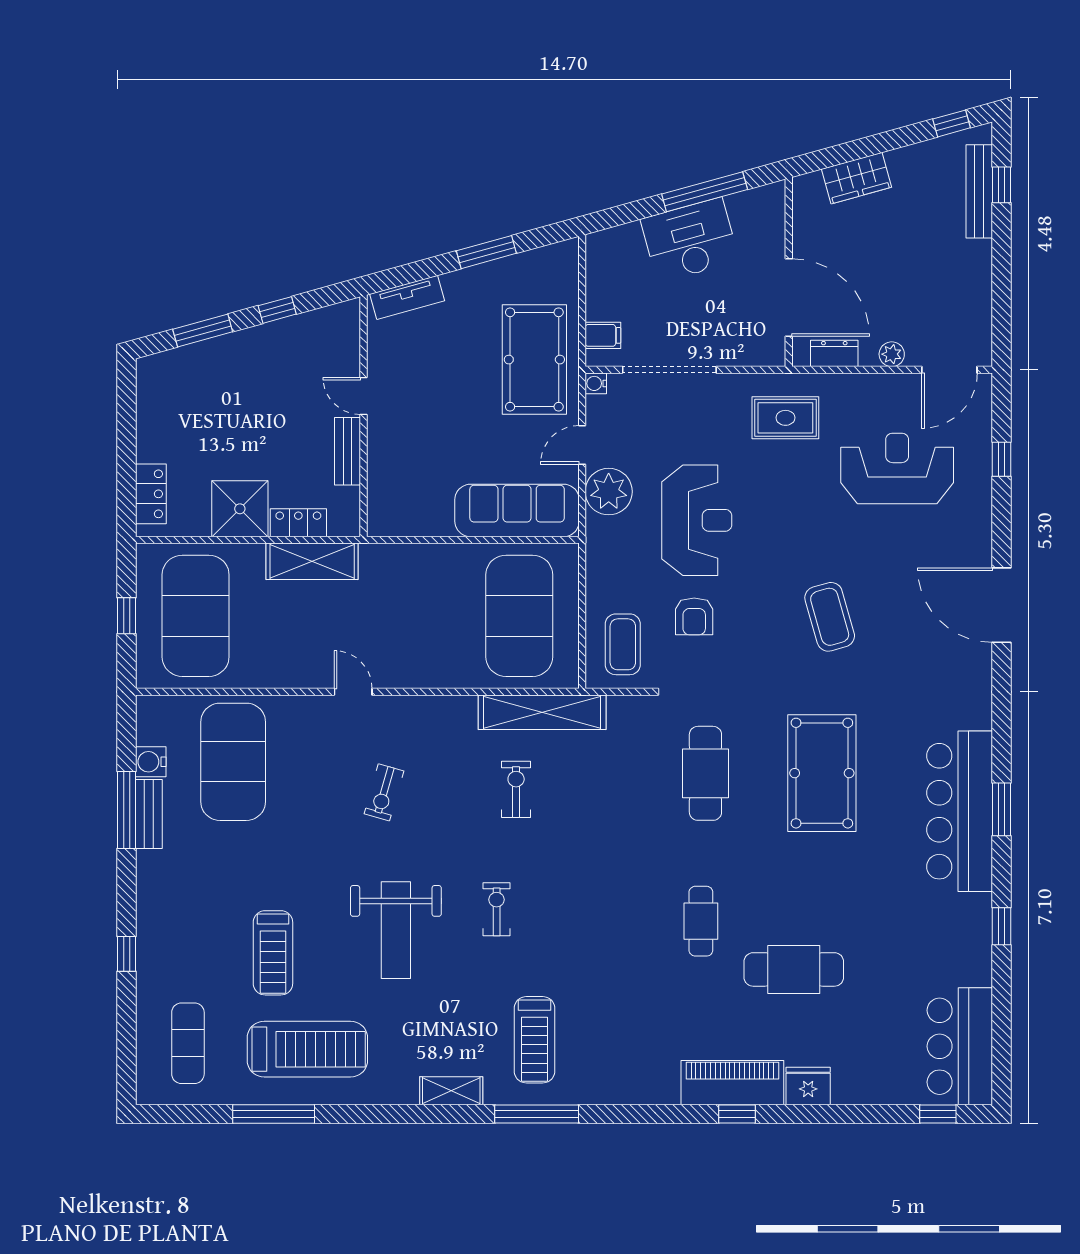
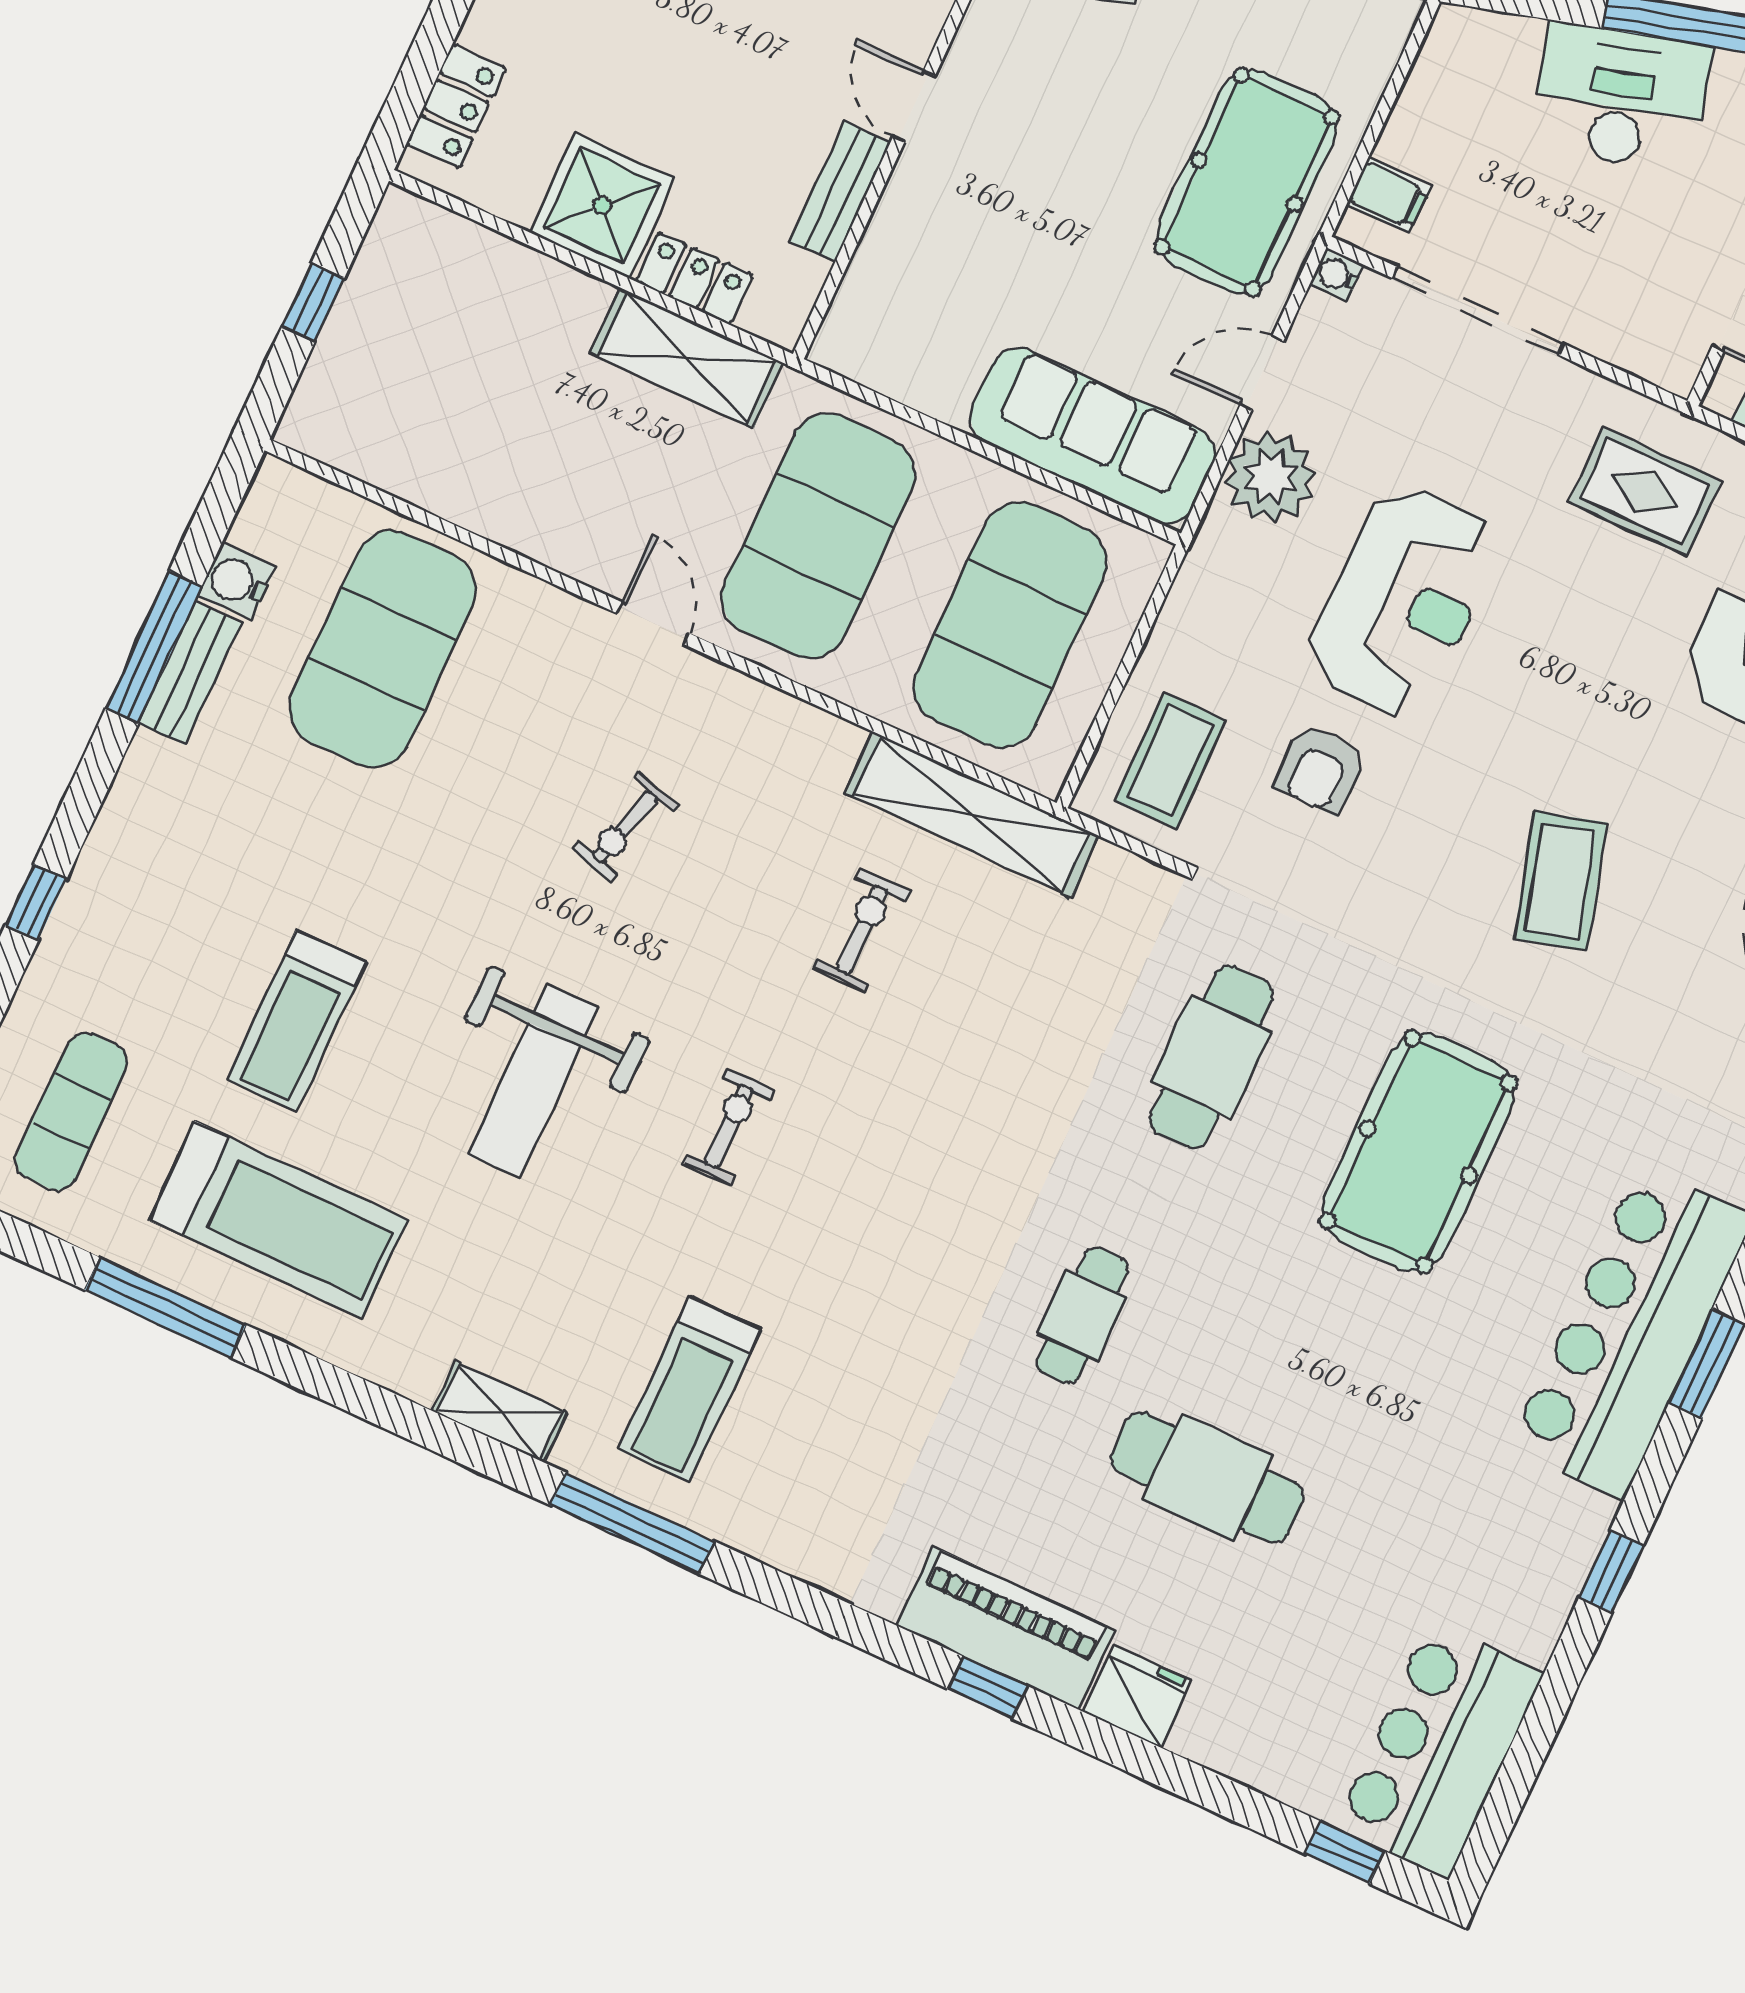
exercise mat: (196, 616) -> (819, 536), moved

